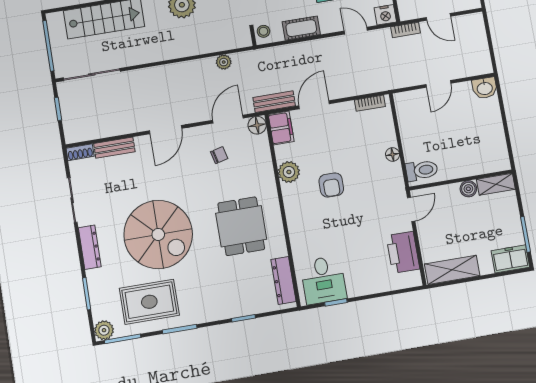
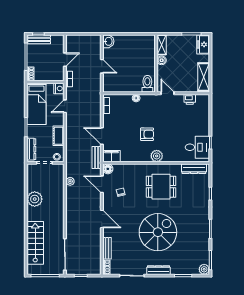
plant: (289, 172) -> (157, 156), moved
printer: (403, 252) -> (190, 99), width x0.53, depth x0.68
rug: (149, 302) -> (193, 243), removed

